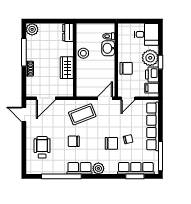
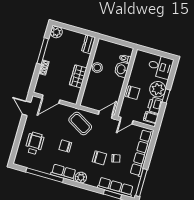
coffee table: (82, 114) -> (80, 123), turned 51

